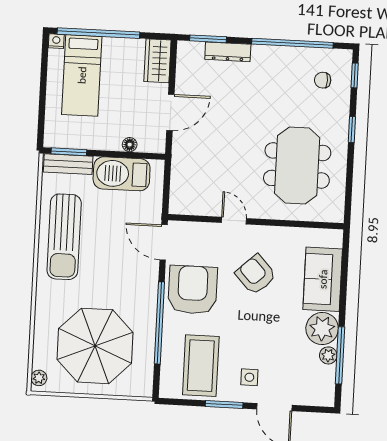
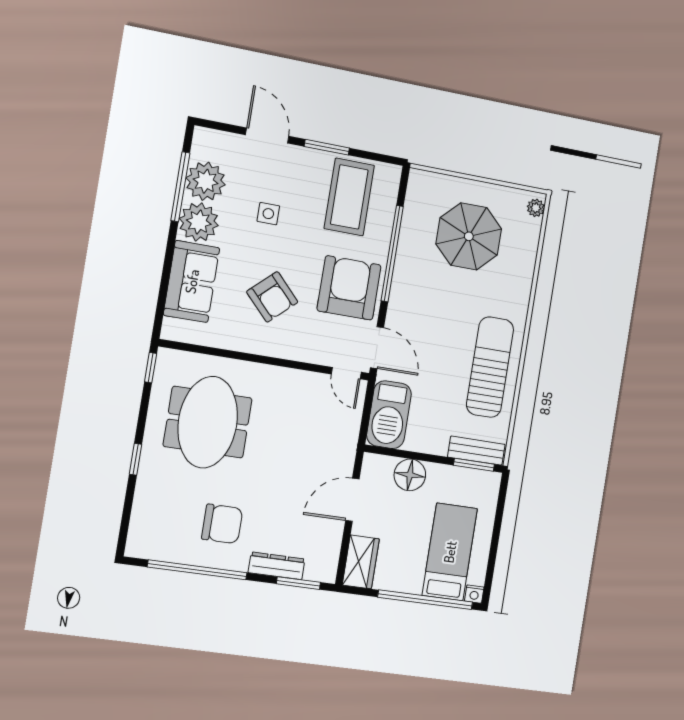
window: (355, 75) -> (151, 368), moved
chair: (323, 80) -> (222, 524), moved, width x1.87, depth x1.87
floor lamp: (130, 145) -> (410, 475), width x1.89, depth x1.89
barbecue: (122, 174) -> (389, 415), moved, turned 90
door: (234, 221) -> (346, 373), moved
armchair: (193, 290) -> (349, 288), turned 180
parasol: (95, 346) -> (469, 236), width x0.73, depth x0.73
plant: (328, 355) -> (206, 181), width x1.87, depth x1.87
side table: (249, 377) -> (268, 214), moved

